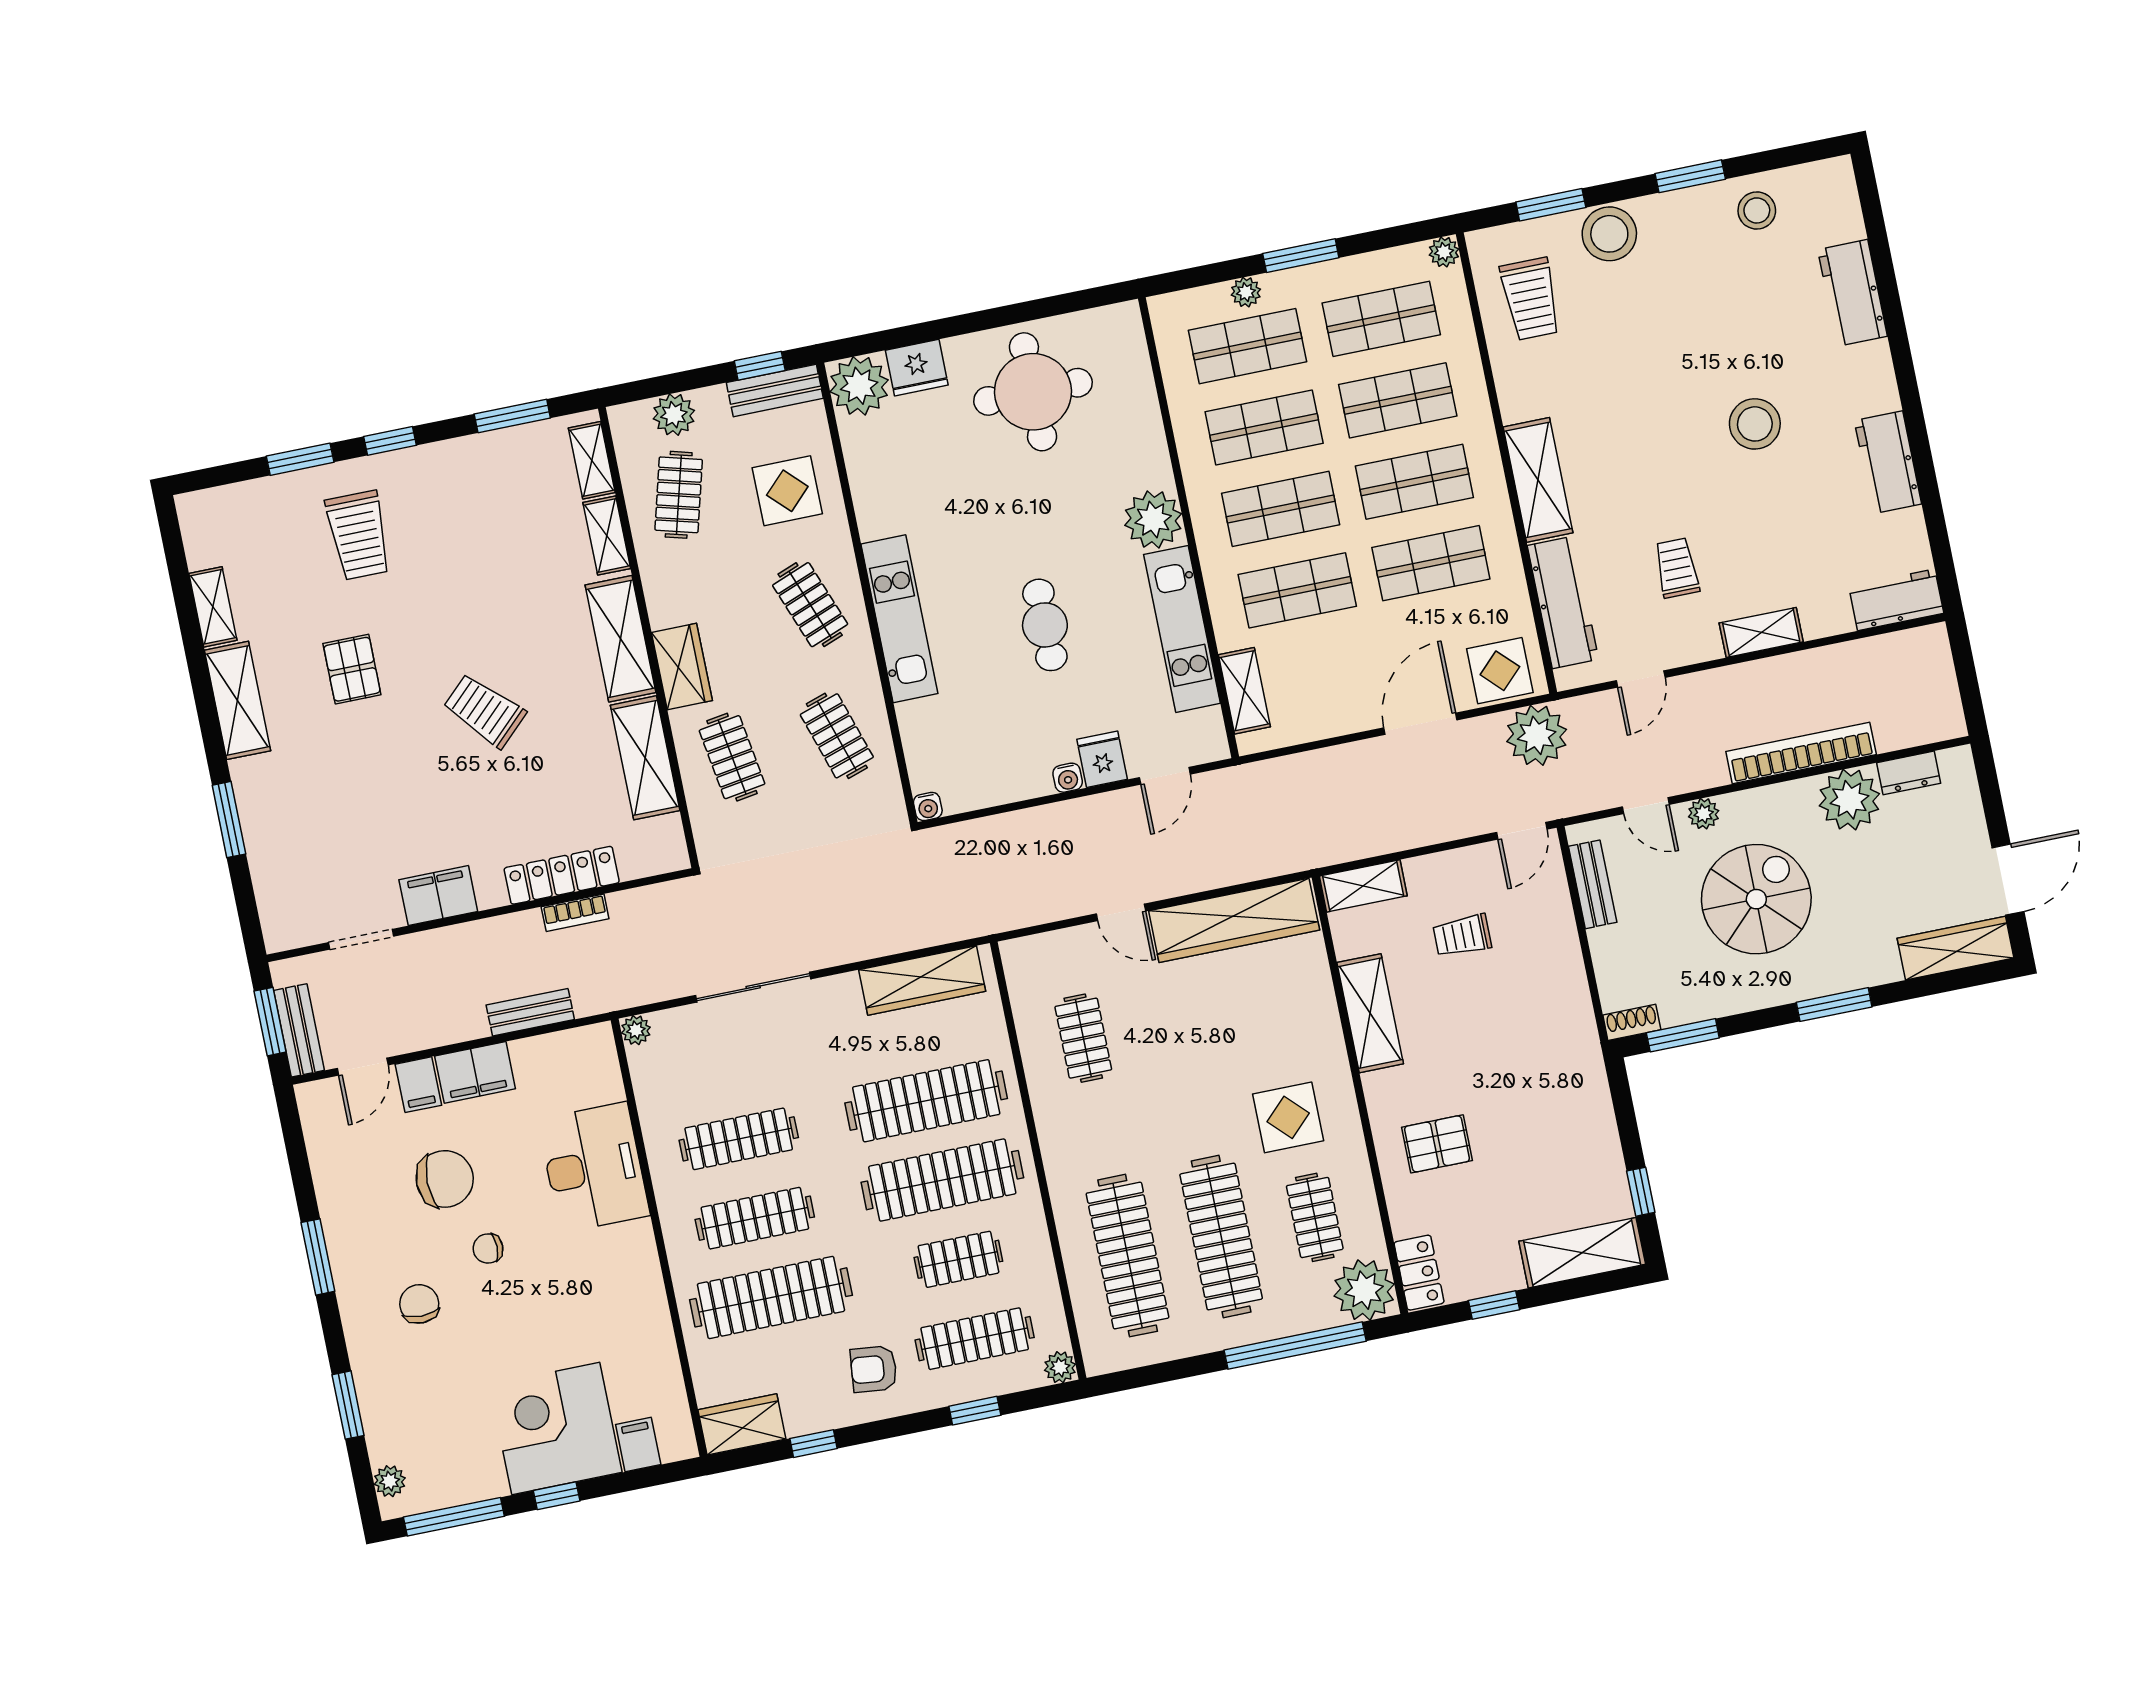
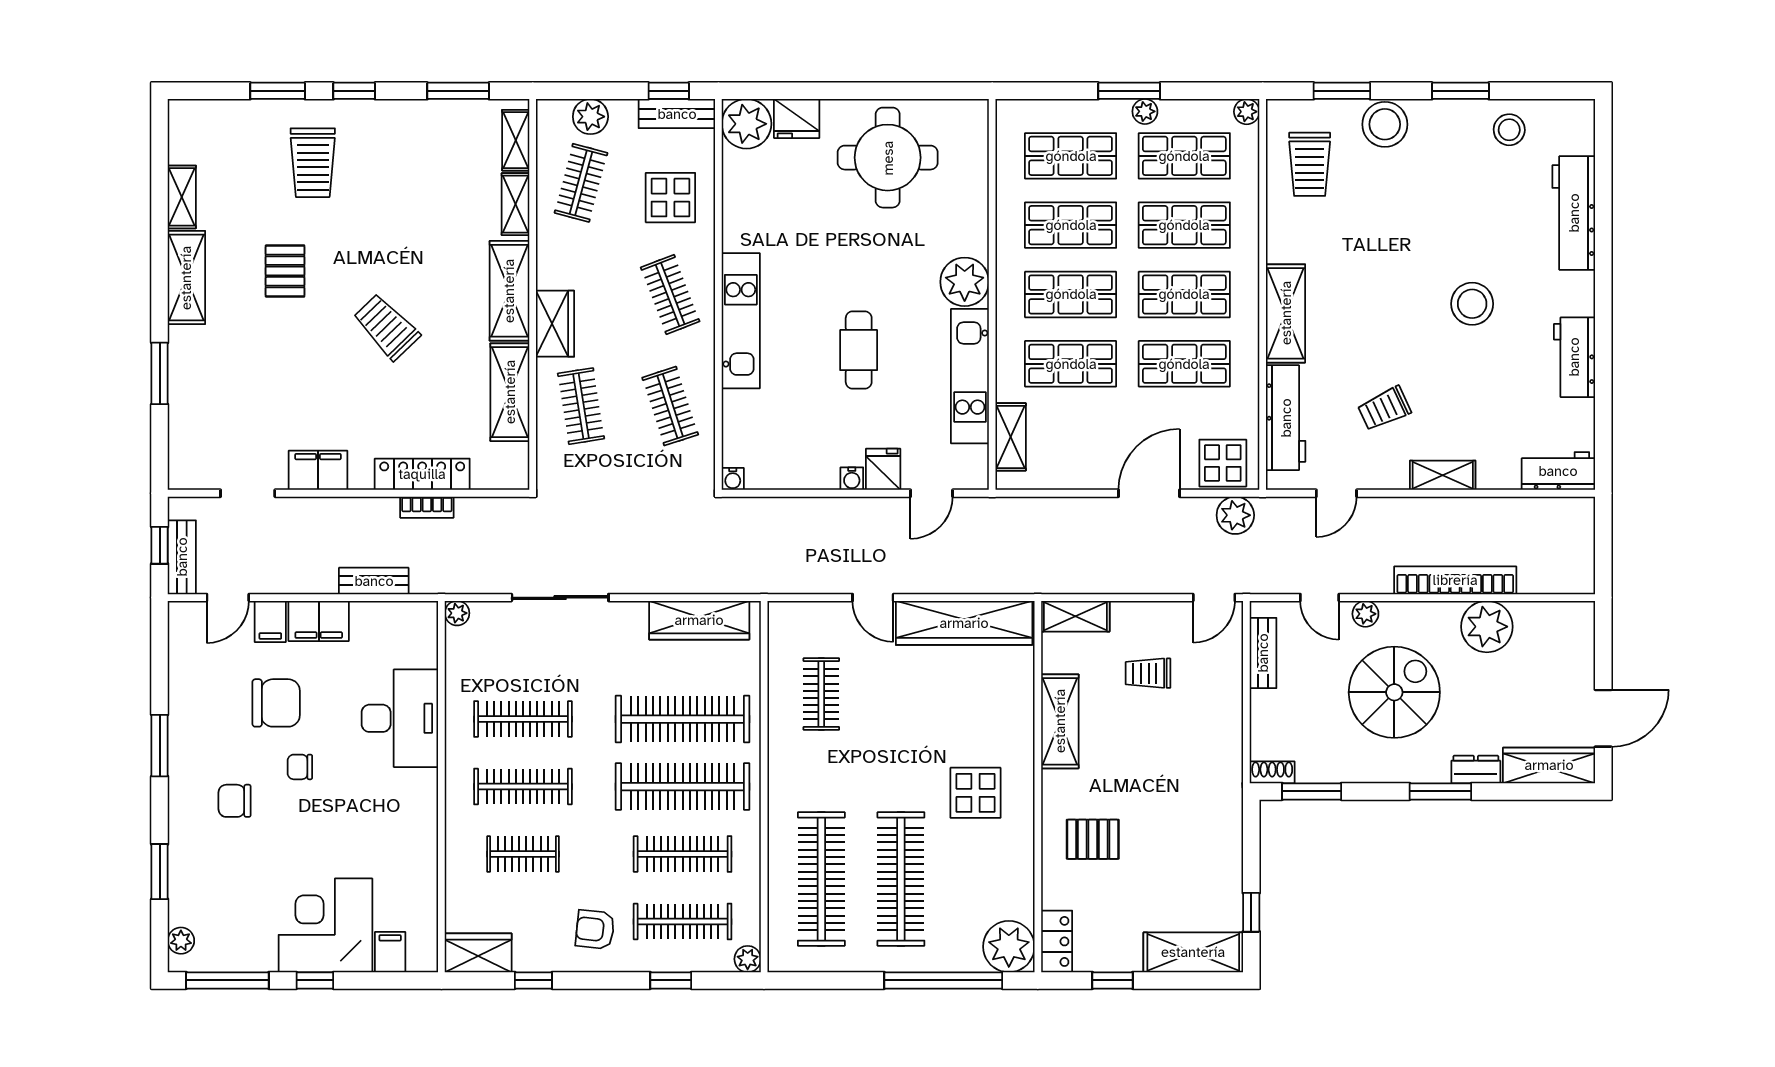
plant: (1246, 292) -> (1145, 111), moved
workbench: (1853, 293) -> (1574, 213), width x1.38
trolley: (1677, 568) -> (1384, 408), turned -115
plant: (1537, 735) -> (1235, 515), width x0.73, depth x0.73
dresser: (1909, 773) -> (1476, 769), moved, turned 180
window: (270, 1022) -> (160, 545), width x0.67
clothes rail: (1315, 1217) -> (981, 879), removed
clothes rail: (958, 1259) -> (683, 854), width x1.36
clothes rail: (771, 1297) -> (523, 854), width x0.54, depth x0.76
chair: (419, 1304) -> (235, 801), turned -90

